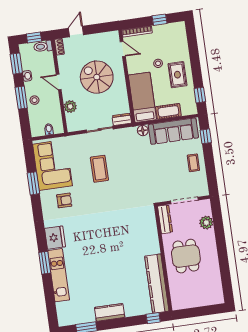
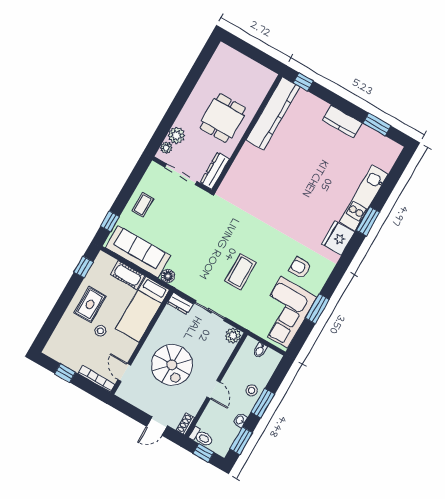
plant: (70, 107) -> (233, 336), moved
plant: (207, 210) -> (166, 148), added

